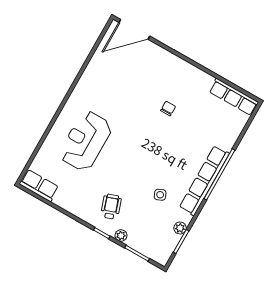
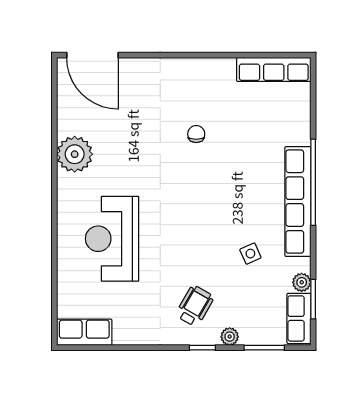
door: (134, 29) -> (92, 55), hinge flipped
plant: (92, 80) -> (75, 154), added
wheelchair: (111, 207) -> (195, 306), turned 49
row of seats: (167, 248) -> (299, 318), added

